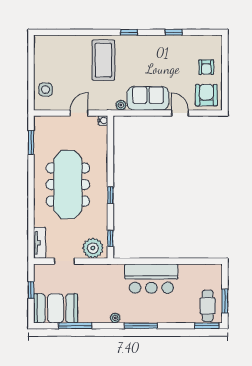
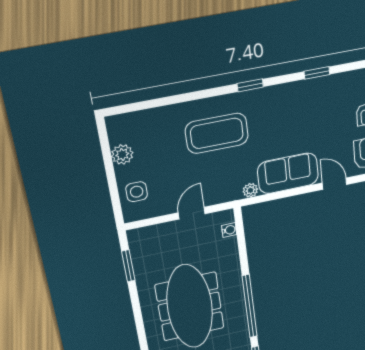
coffee table: (103, 60) -> (217, 133), turned 90
plant: (41, 62) -> (122, 154), added
water cooler: (103, 120) -> (229, 230), moved
window: (110, 195) -> (250, 306), width x3.17

